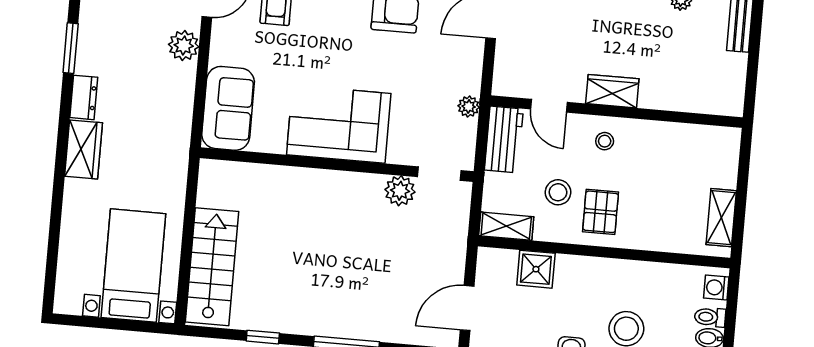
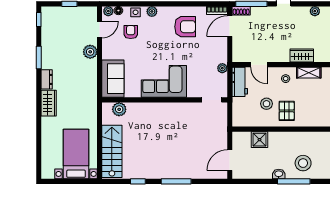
wardrobe: (612, 91) -> (302, 55), moved
plant: (400, 191) -> (119, 109), moved
shelving: (506, 226) -> (309, 73), moved

